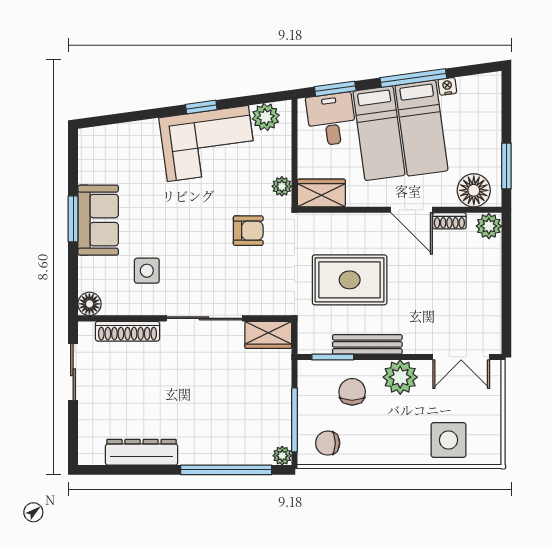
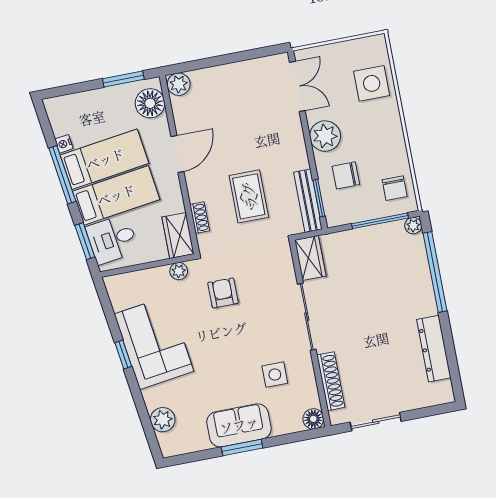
plant: (266, 117) -> (163, 420), moved
shoe rack: (449, 221) -> (200, 218), moved
rug: (350, 280) -> (249, 196), width x0.73, depth x0.70
bench: (367, 344) -> (308, 201), moved

